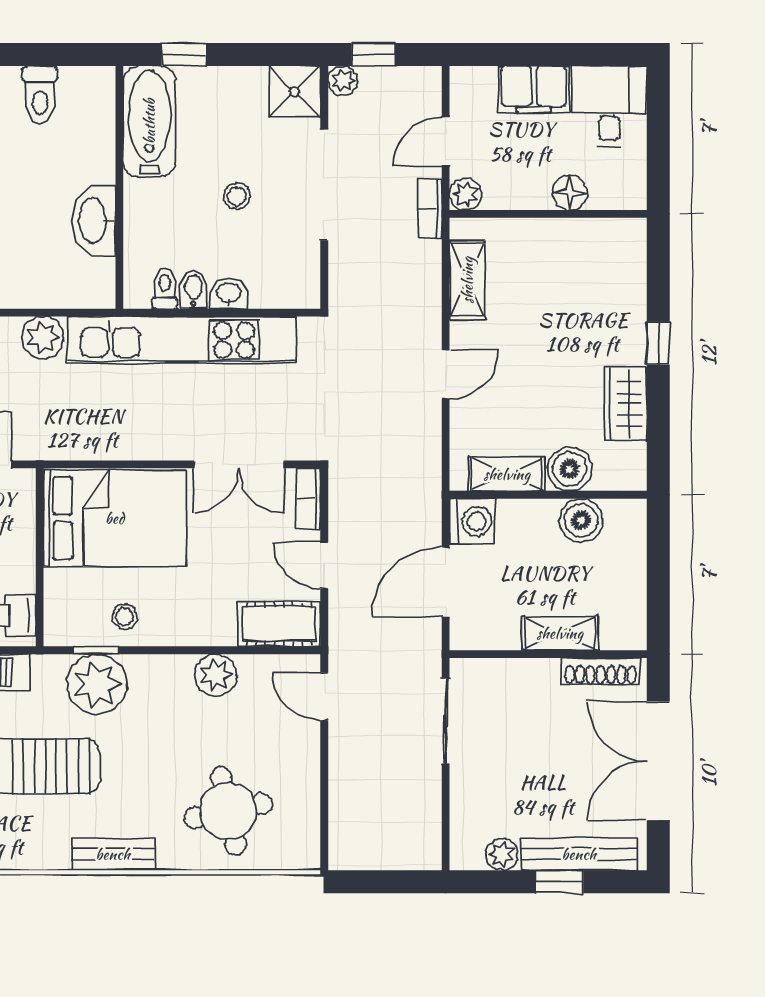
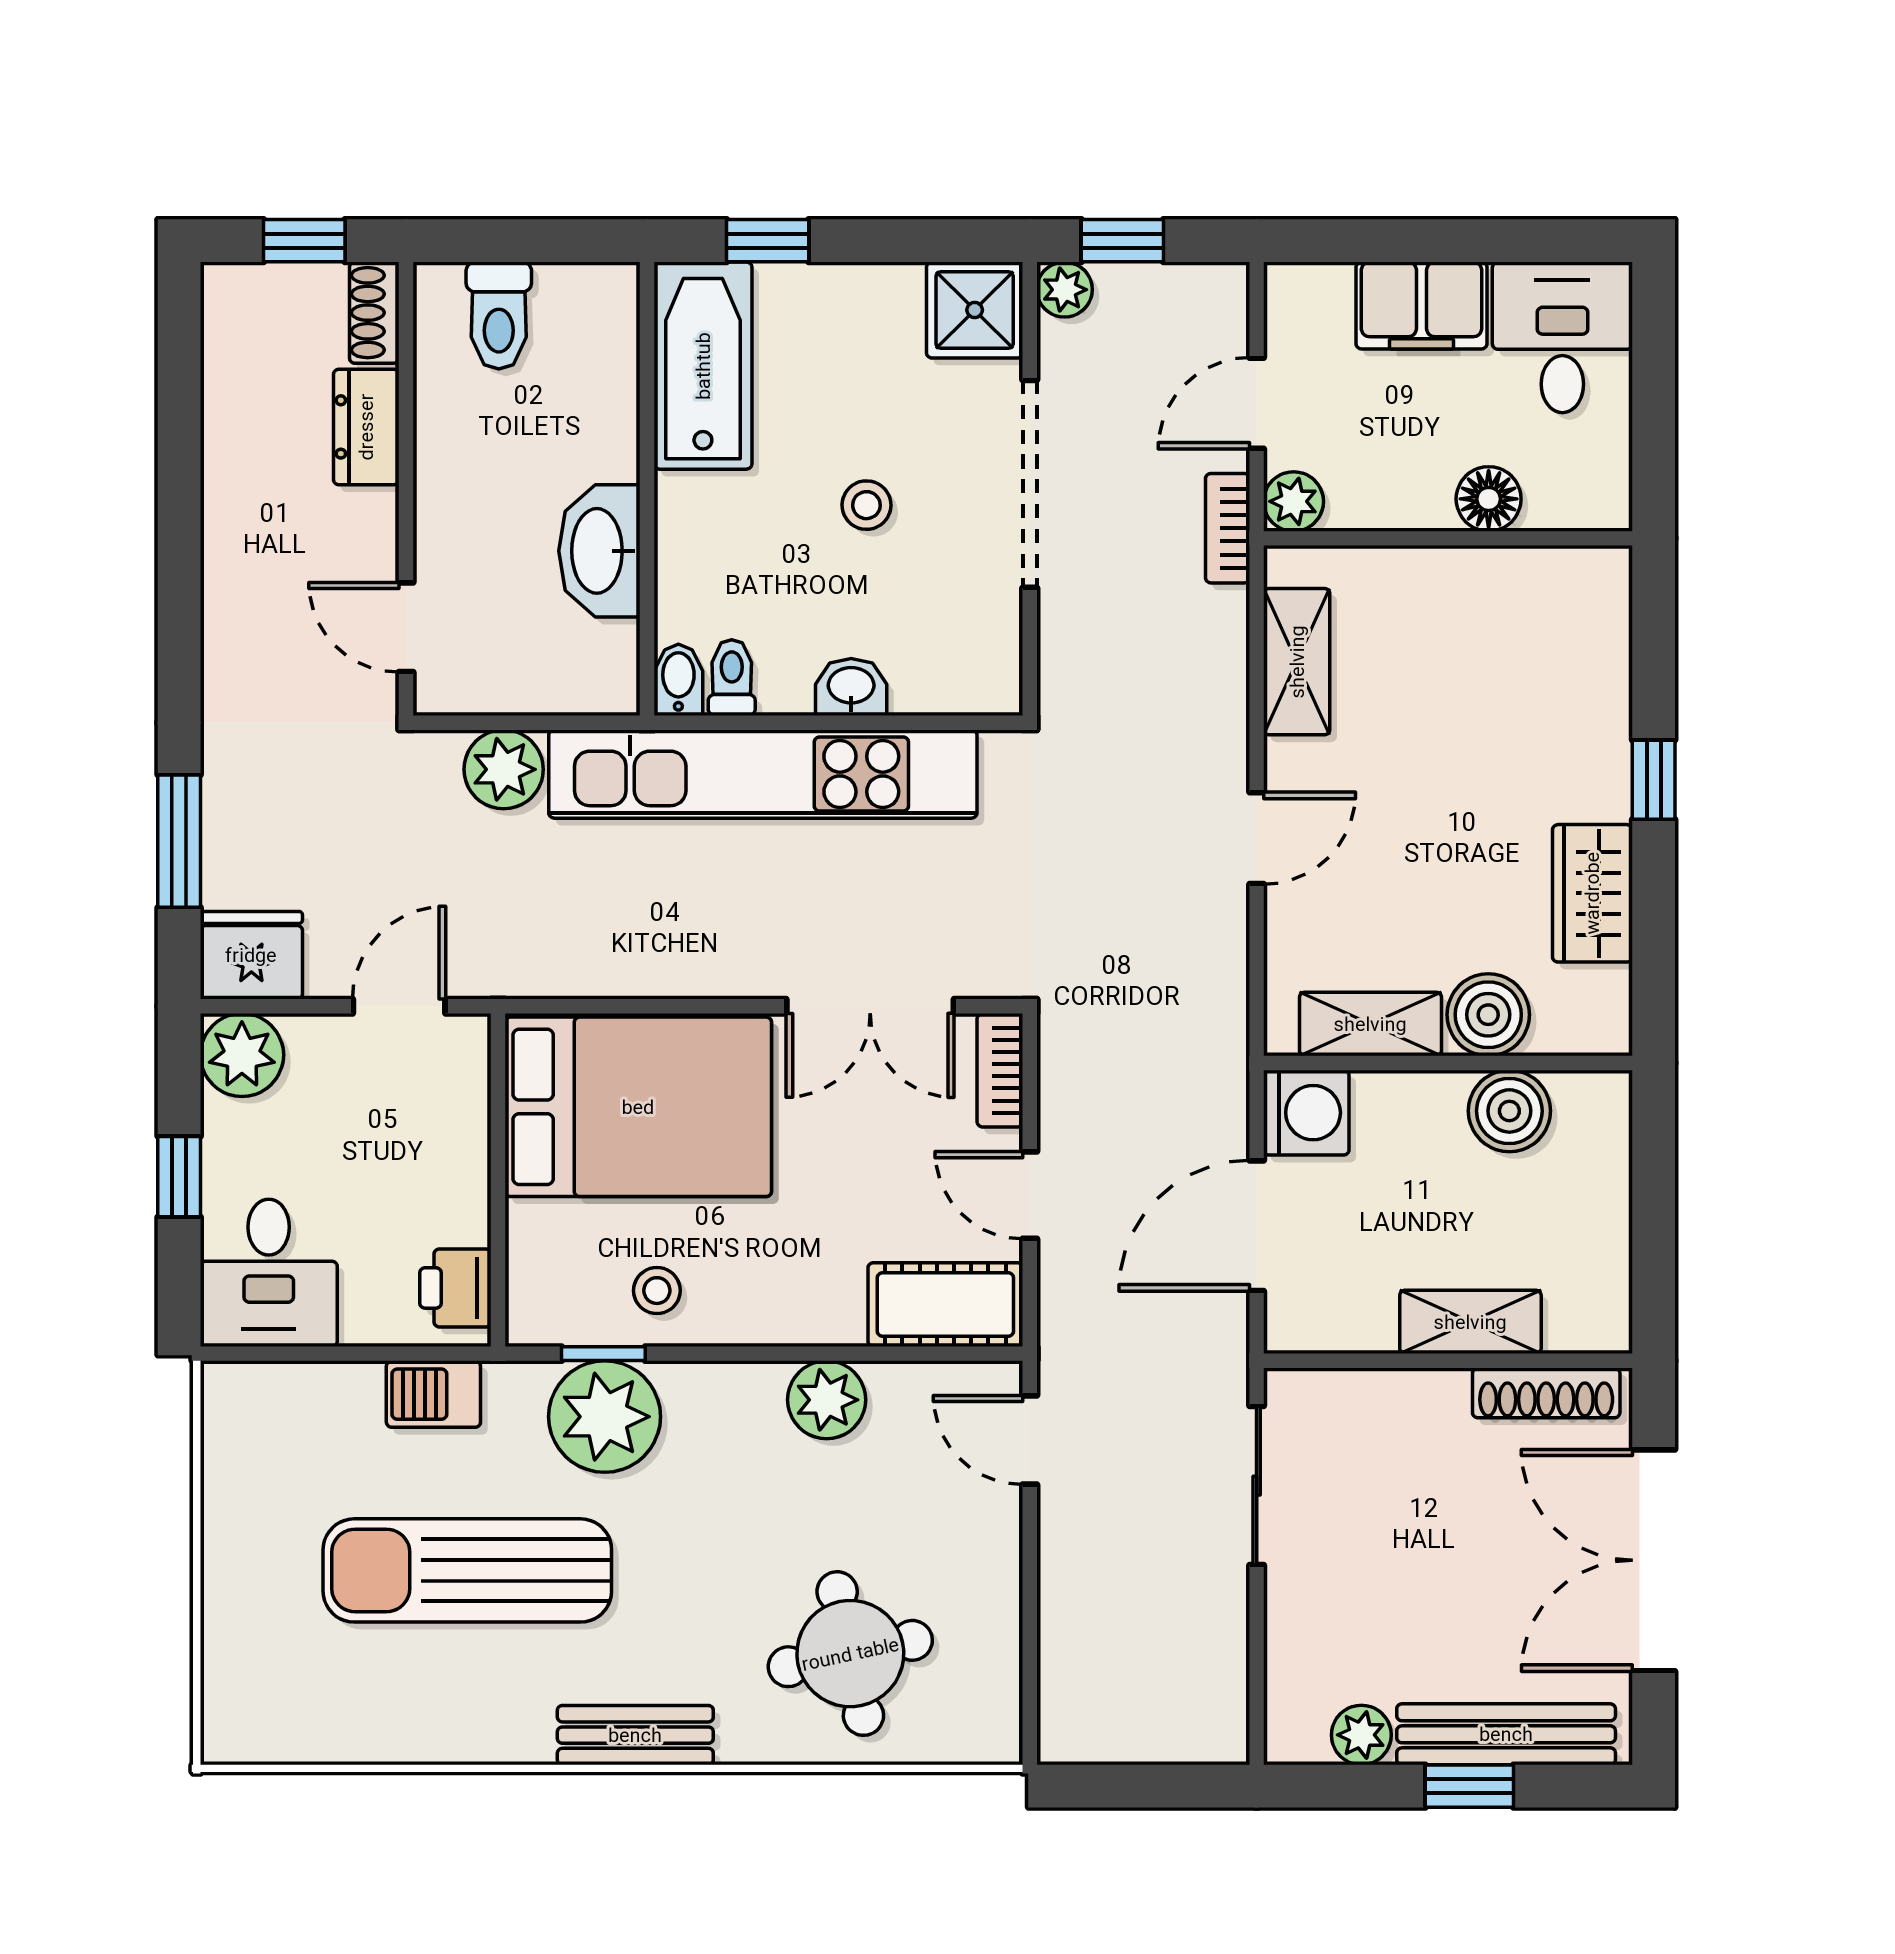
bidet: (193, 290) -> (678, 680), moved

